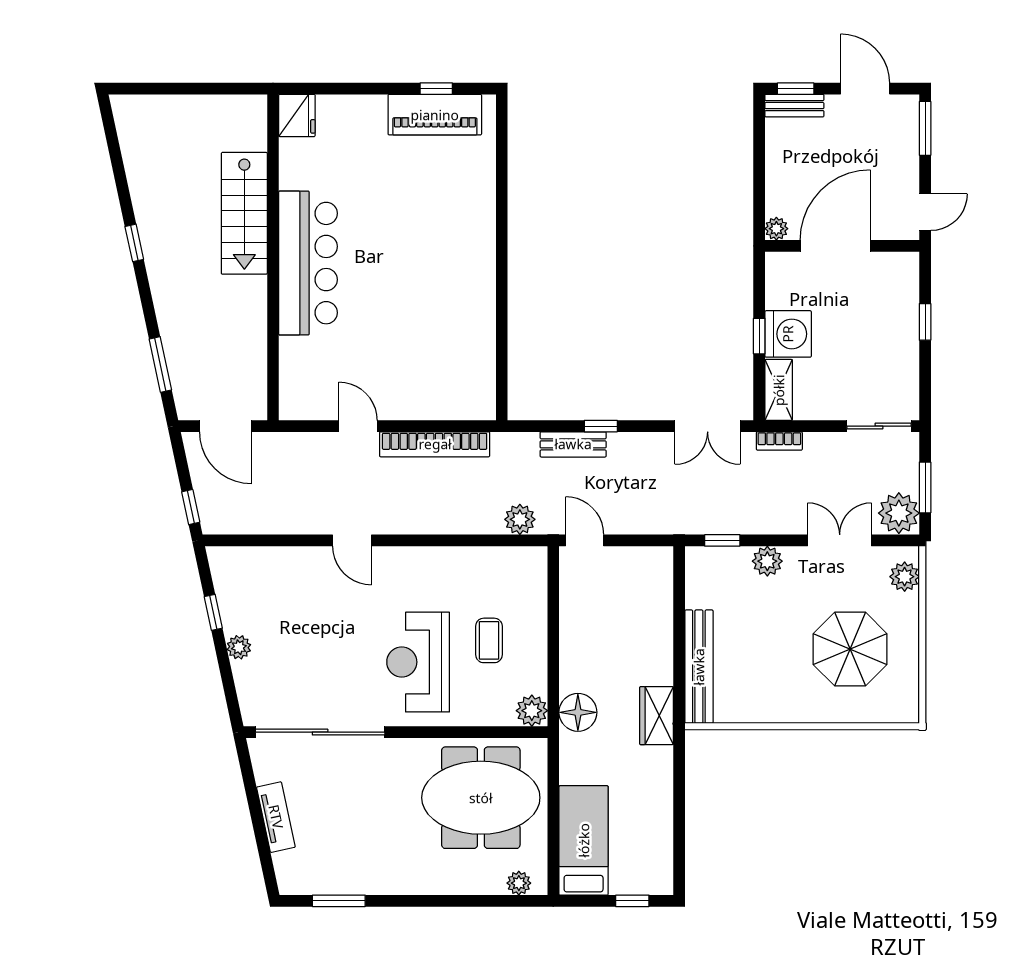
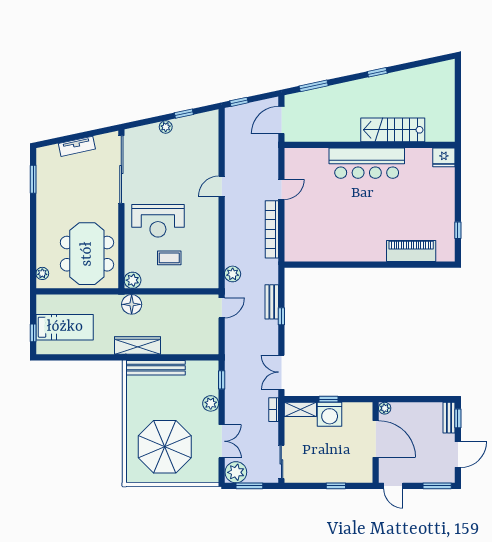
piano: (435, 115) -> (411, 251), moved, turned 90
plant: (905, 577) -> (203, 475), removed
parasol: (850, 649) -> (165, 447), width x1.36, depth x1.36
reception desk: (418, 662) -> (158, 221), turned 180
wardrobe: (657, 716) -> (137, 345), width x1.50
bed: (584, 840) -> (65, 327), moved

